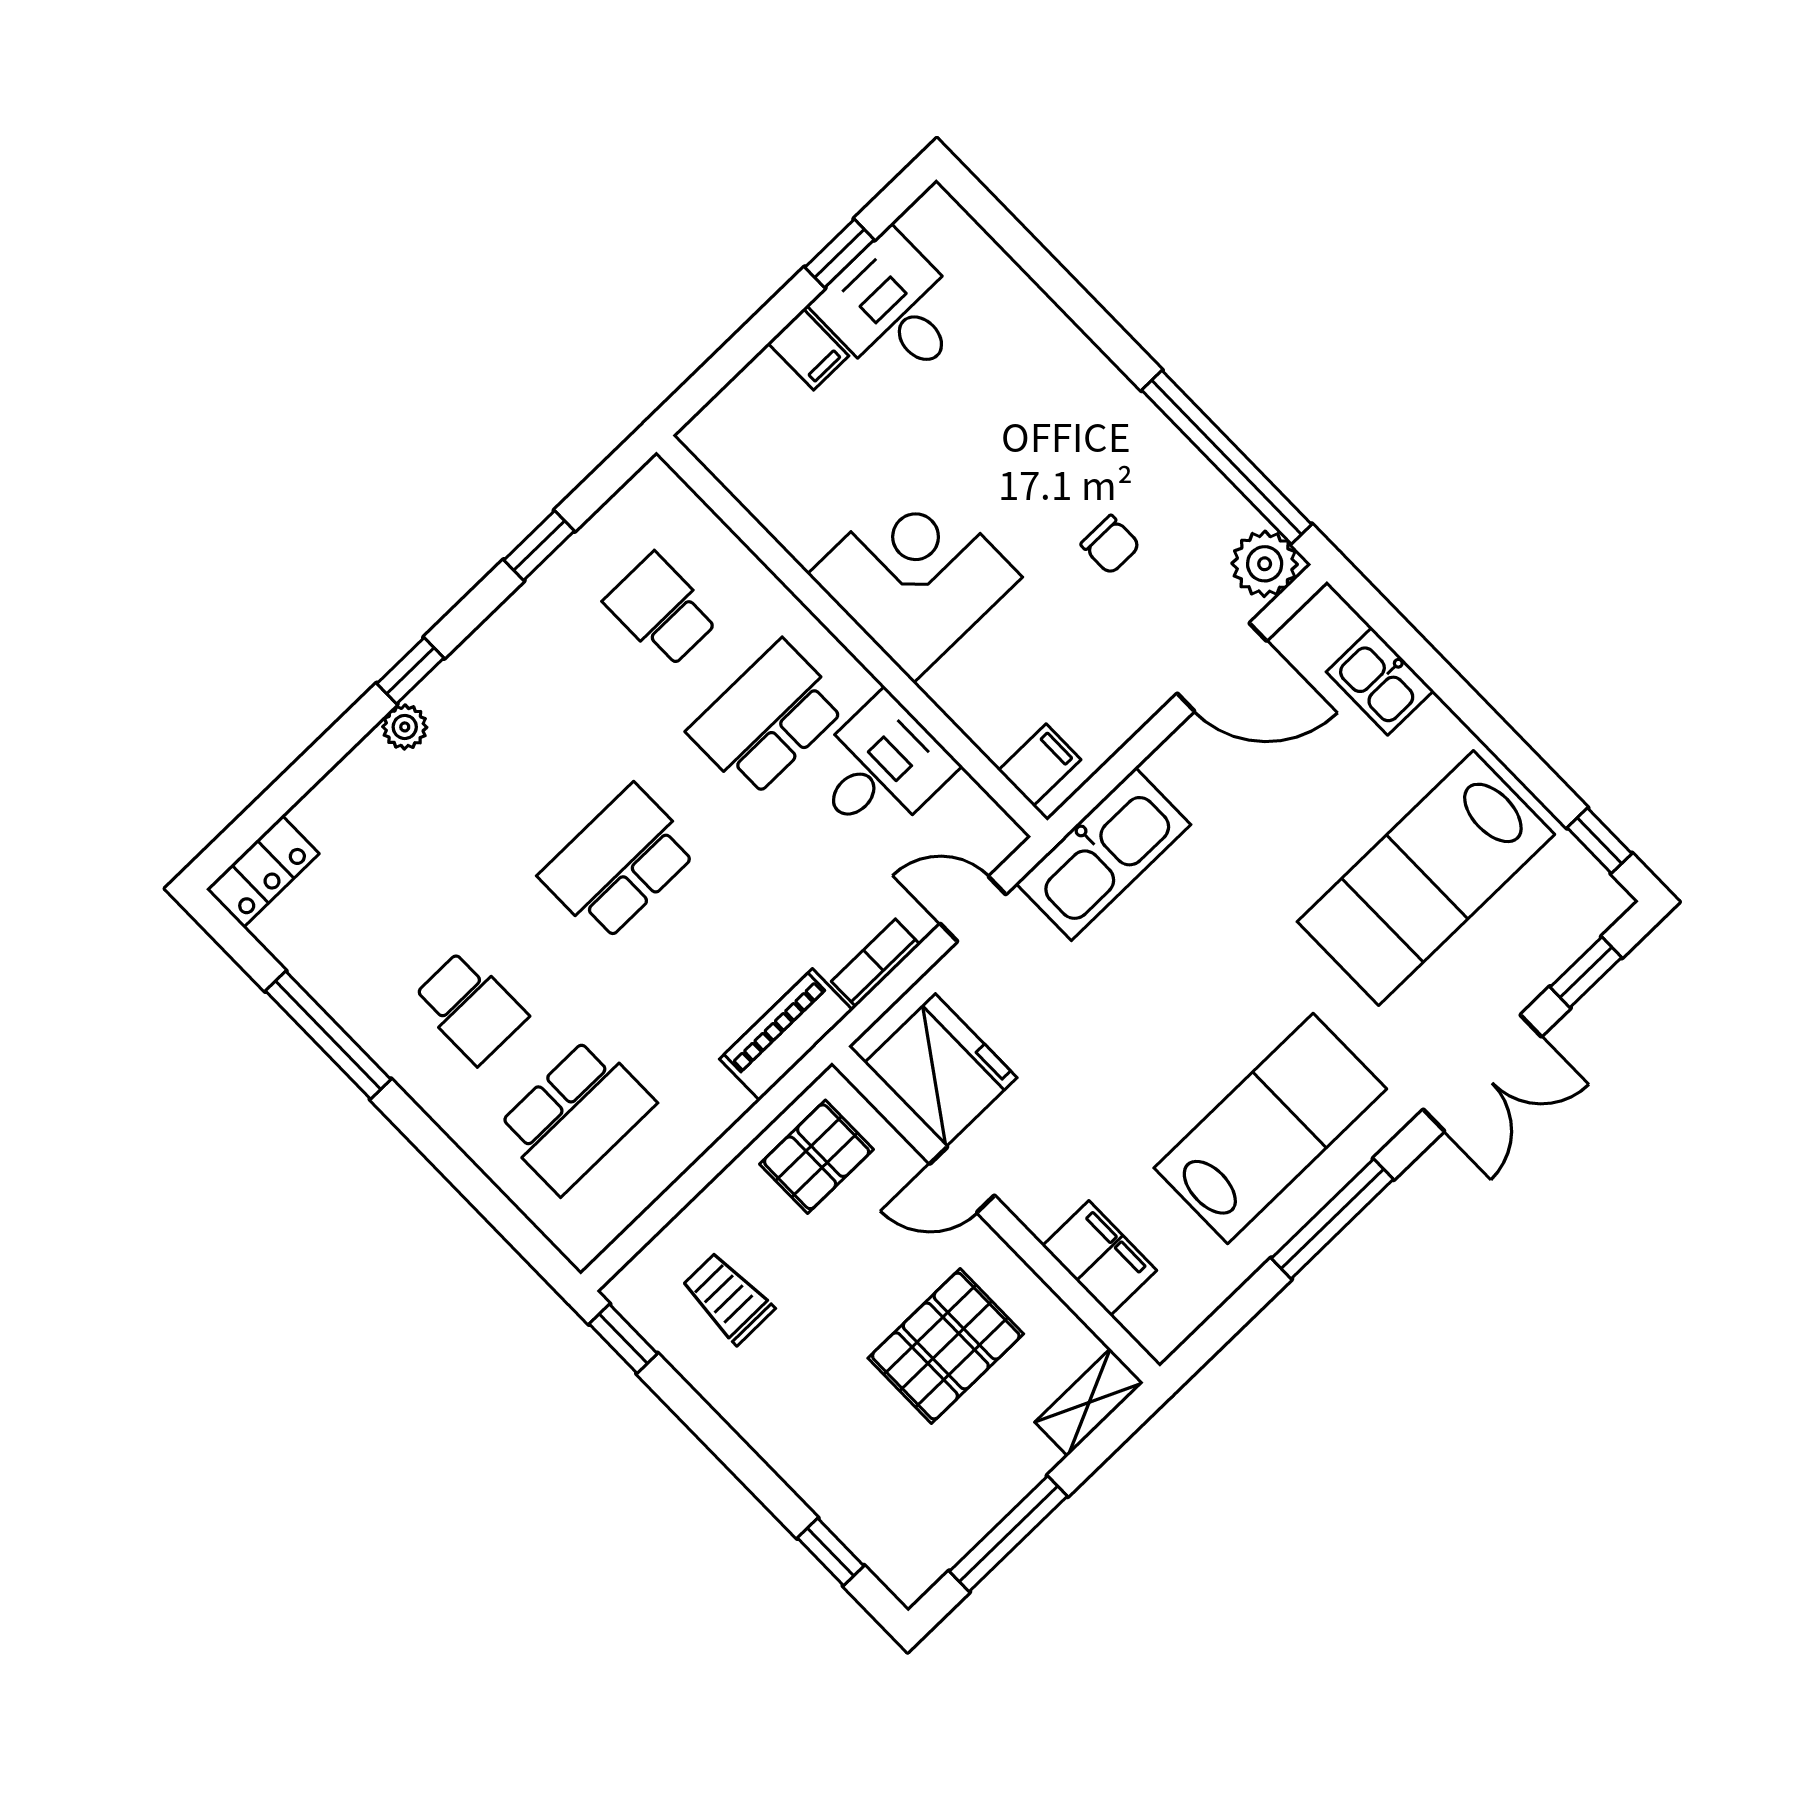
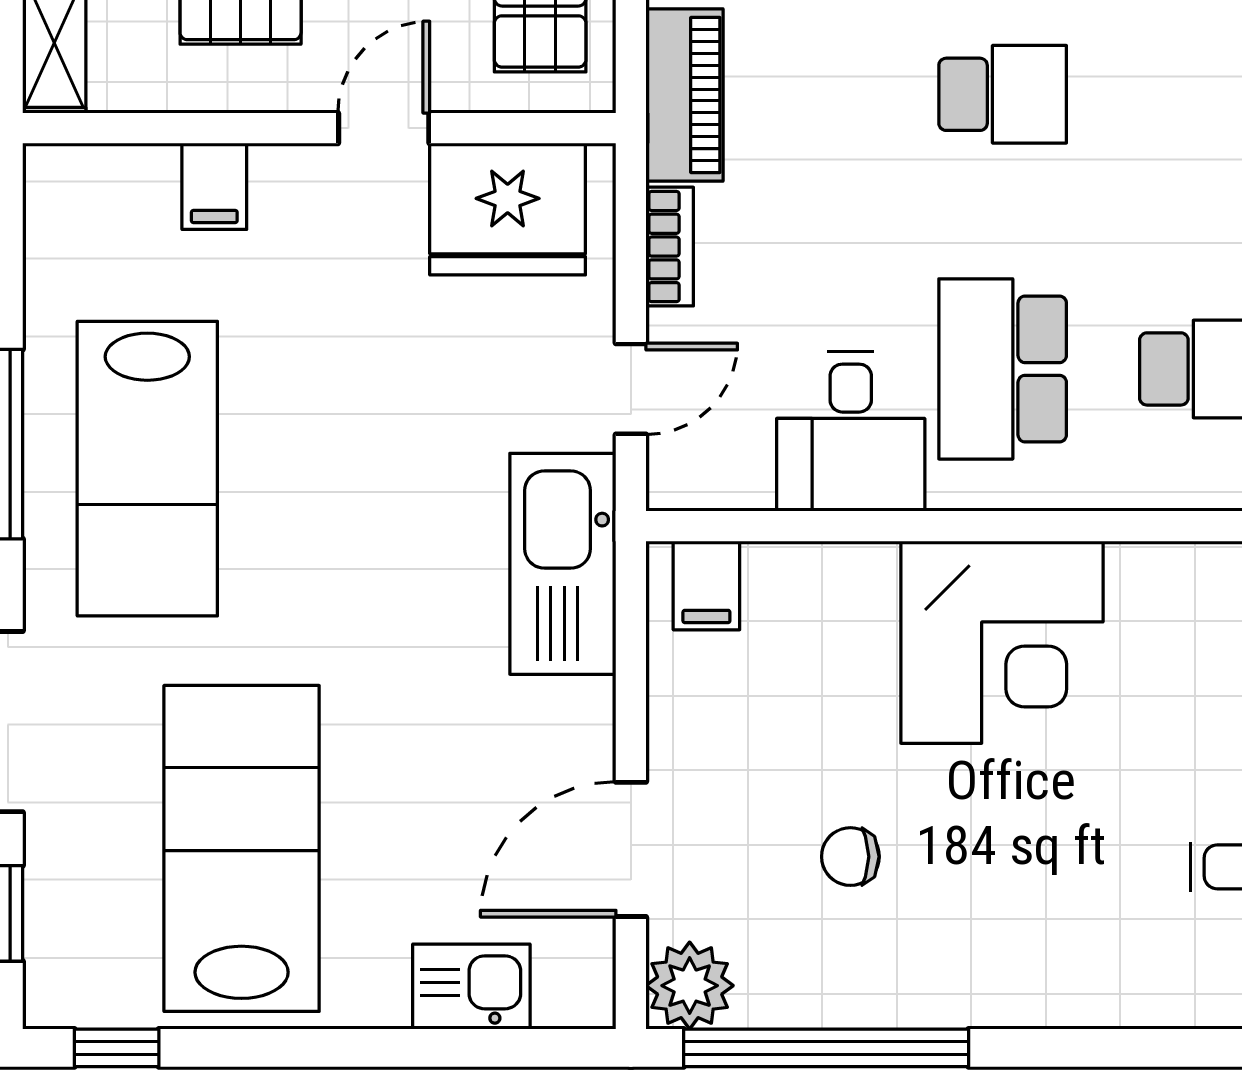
school desk: (767, 719) -> (1003, 369), turned 180
school desk: (619, 863) -> (1003, 94), width x0.54
filing cabinet: (1100, 1258) -> (214, 186), width x0.50

